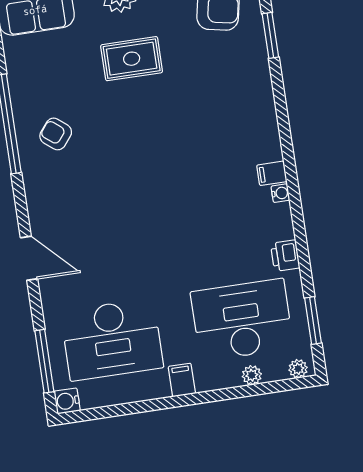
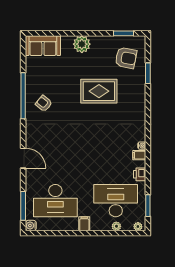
rug: (132, 59) -> (99, 91), moved, width x1.36, depth x1.43
filing cabinet: (272, 173) -> (139, 155), moved

